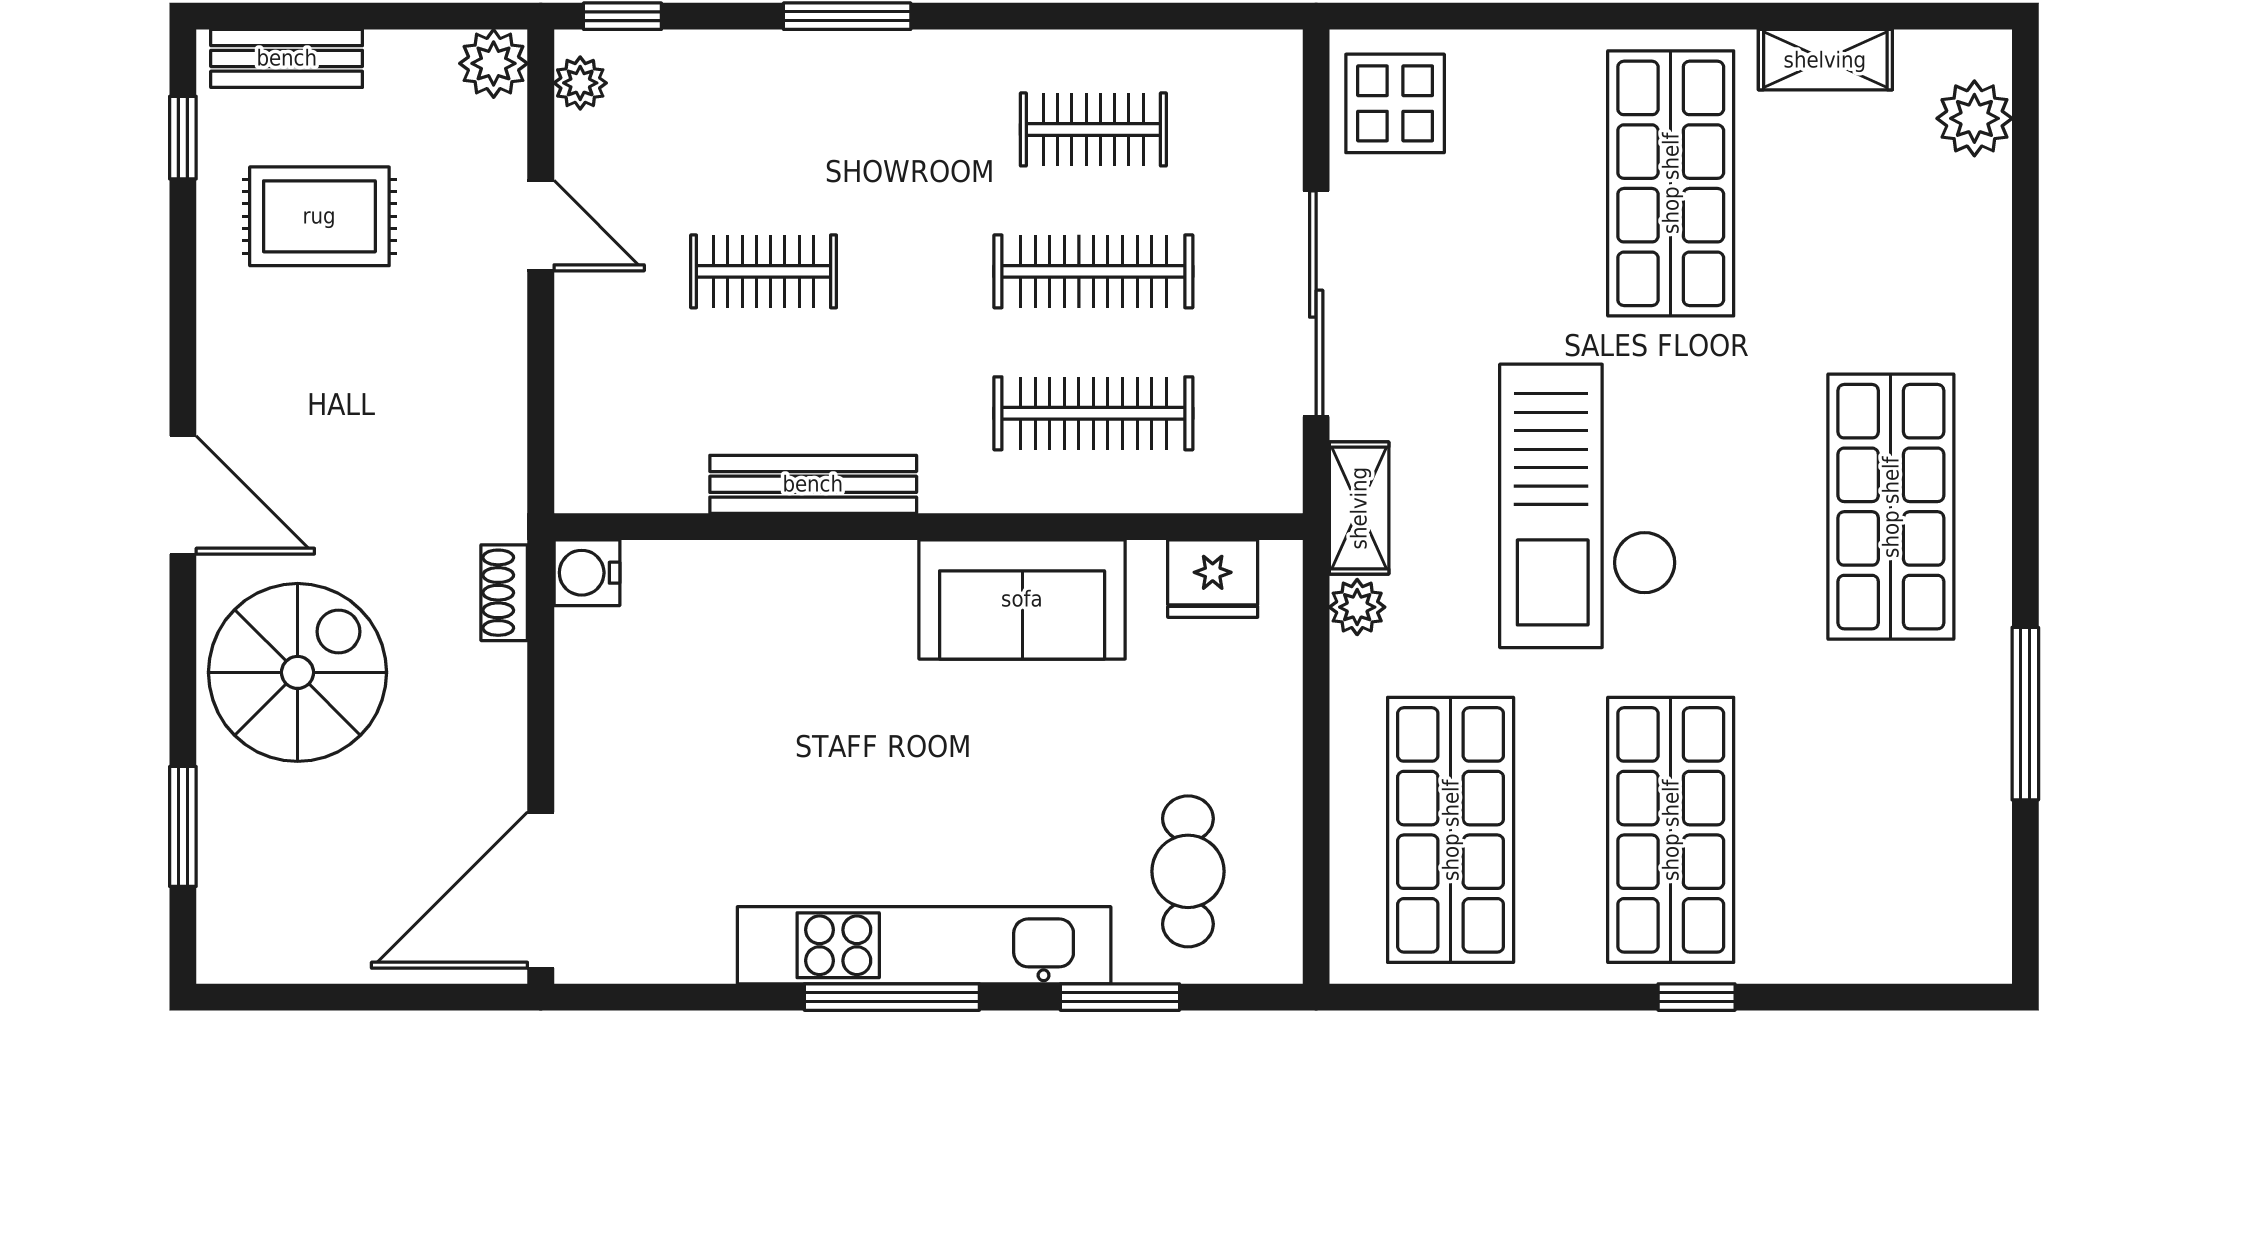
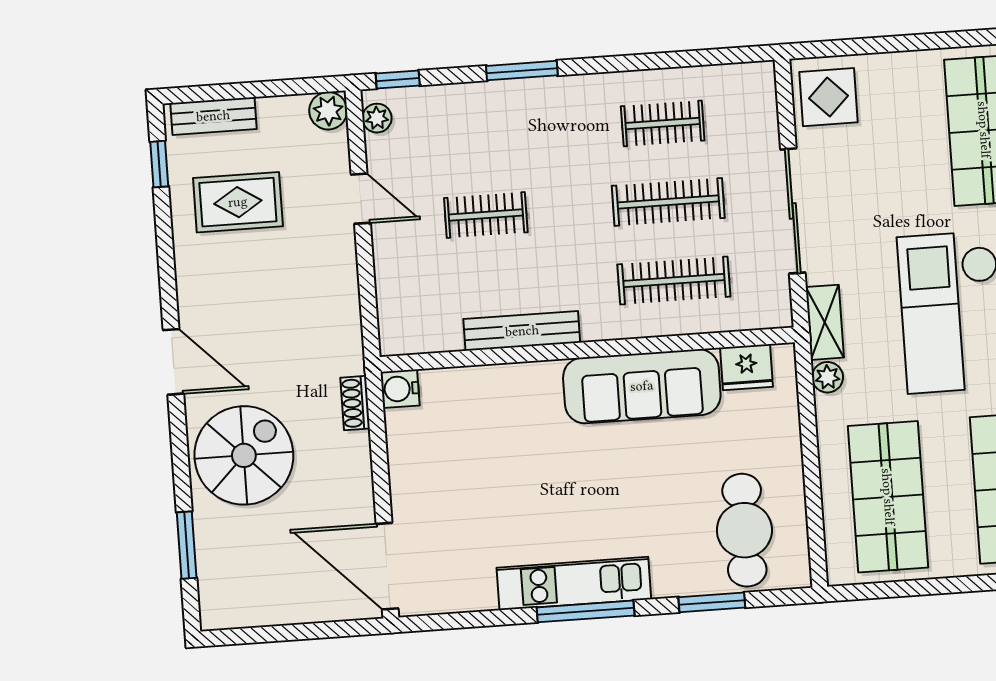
sofa: (1022, 599) -> (642, 386), width x1.36
cafe table: (1188, 871) -> (744, 530), width x1.37, depth x1.35
door: (541, 890) -> (387, 566), hinge flipped
kitchen unit: (924, 945) -> (574, 583), width x0.73

